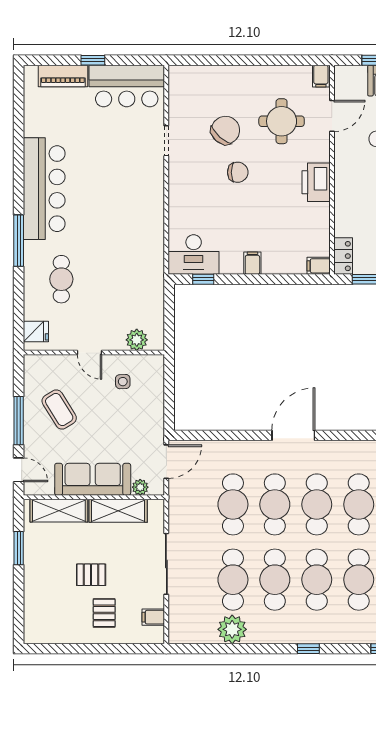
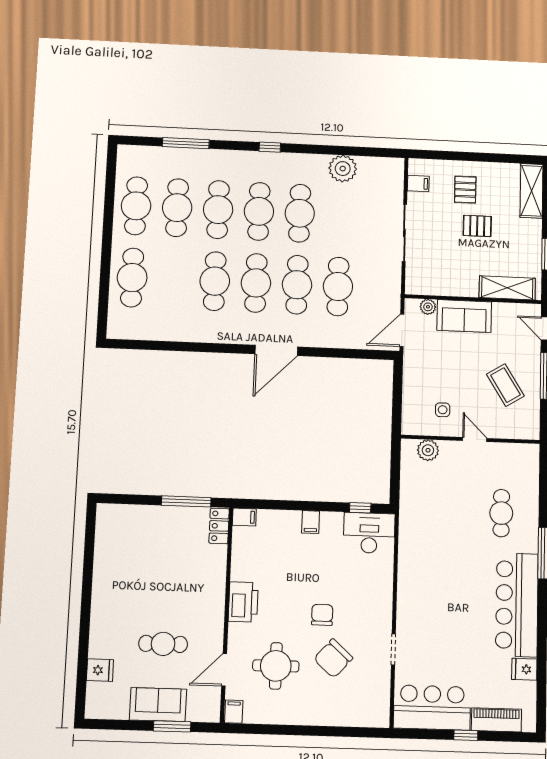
chair: (238, 172) -> (322, 615), turned 90
fridge: (36, 331) -> (524, 669), moved
sofa: (93, 479) -> (464, 316), width x0.73
shelving: (118, 511) -> (531, 191), moved, turned 90
cafe table: (233, 580) -> (340, 215), removed

